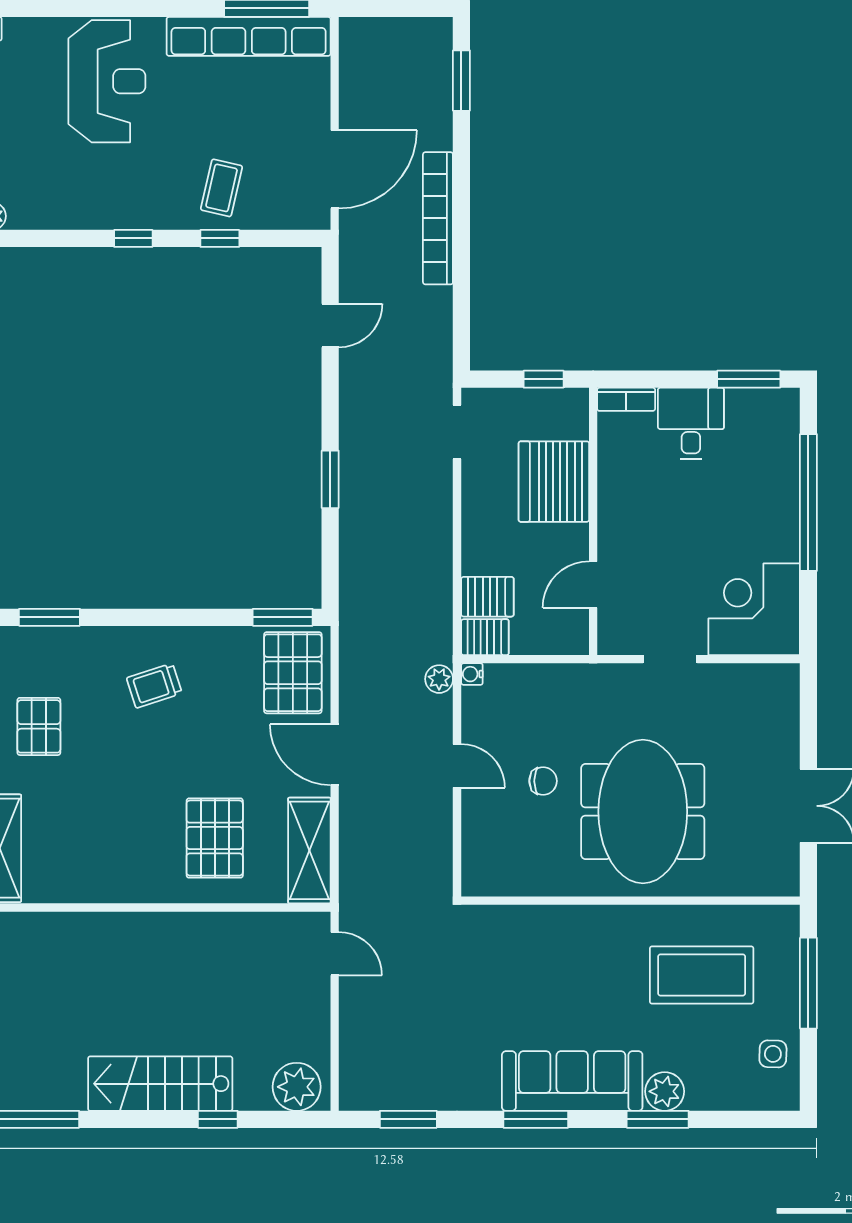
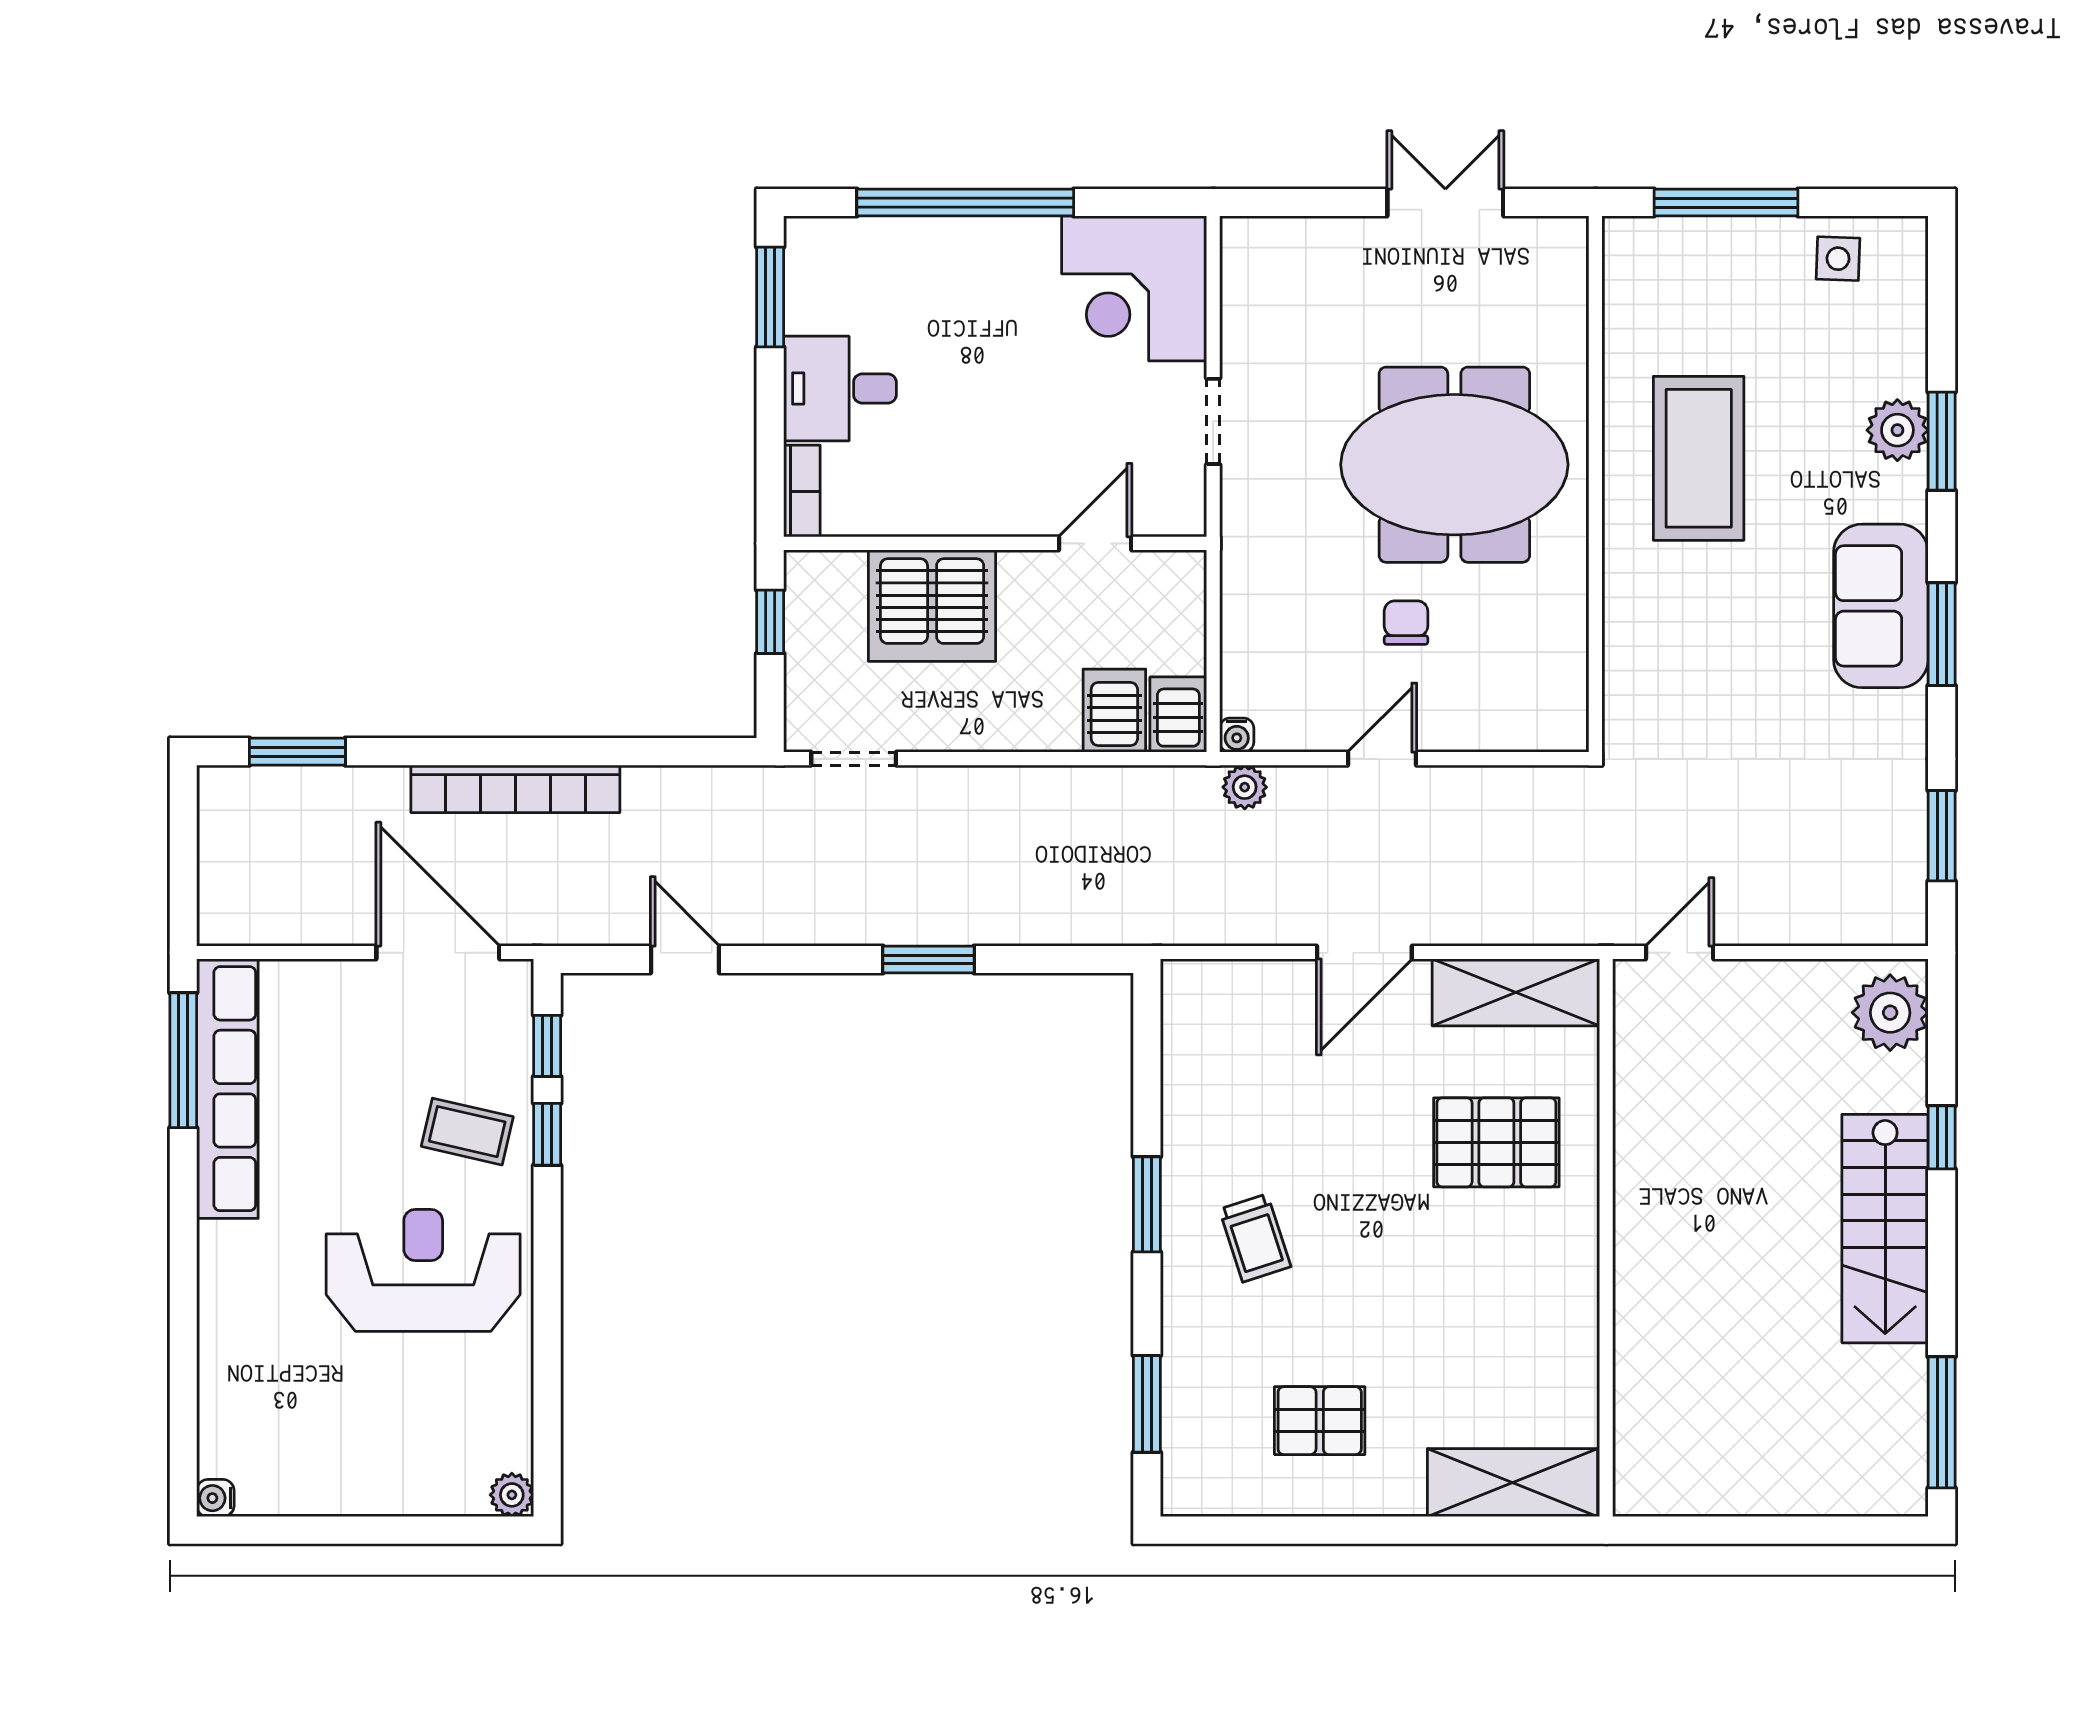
reception desk: (107, 81) -> (423, 1270), moved
window: (133, 238) -> (547, 1046), moved
door: (593, 585) -> (1095, 543), swing flipped
window: (283, 617) -> (1147, 1204), moved
pallet: (293, 673) -> (1235, 1019), removed
coffee table: (702, 975) -> (1699, 458), moved
sofa: (572, 1081) -> (1881, 606), width x0.73

